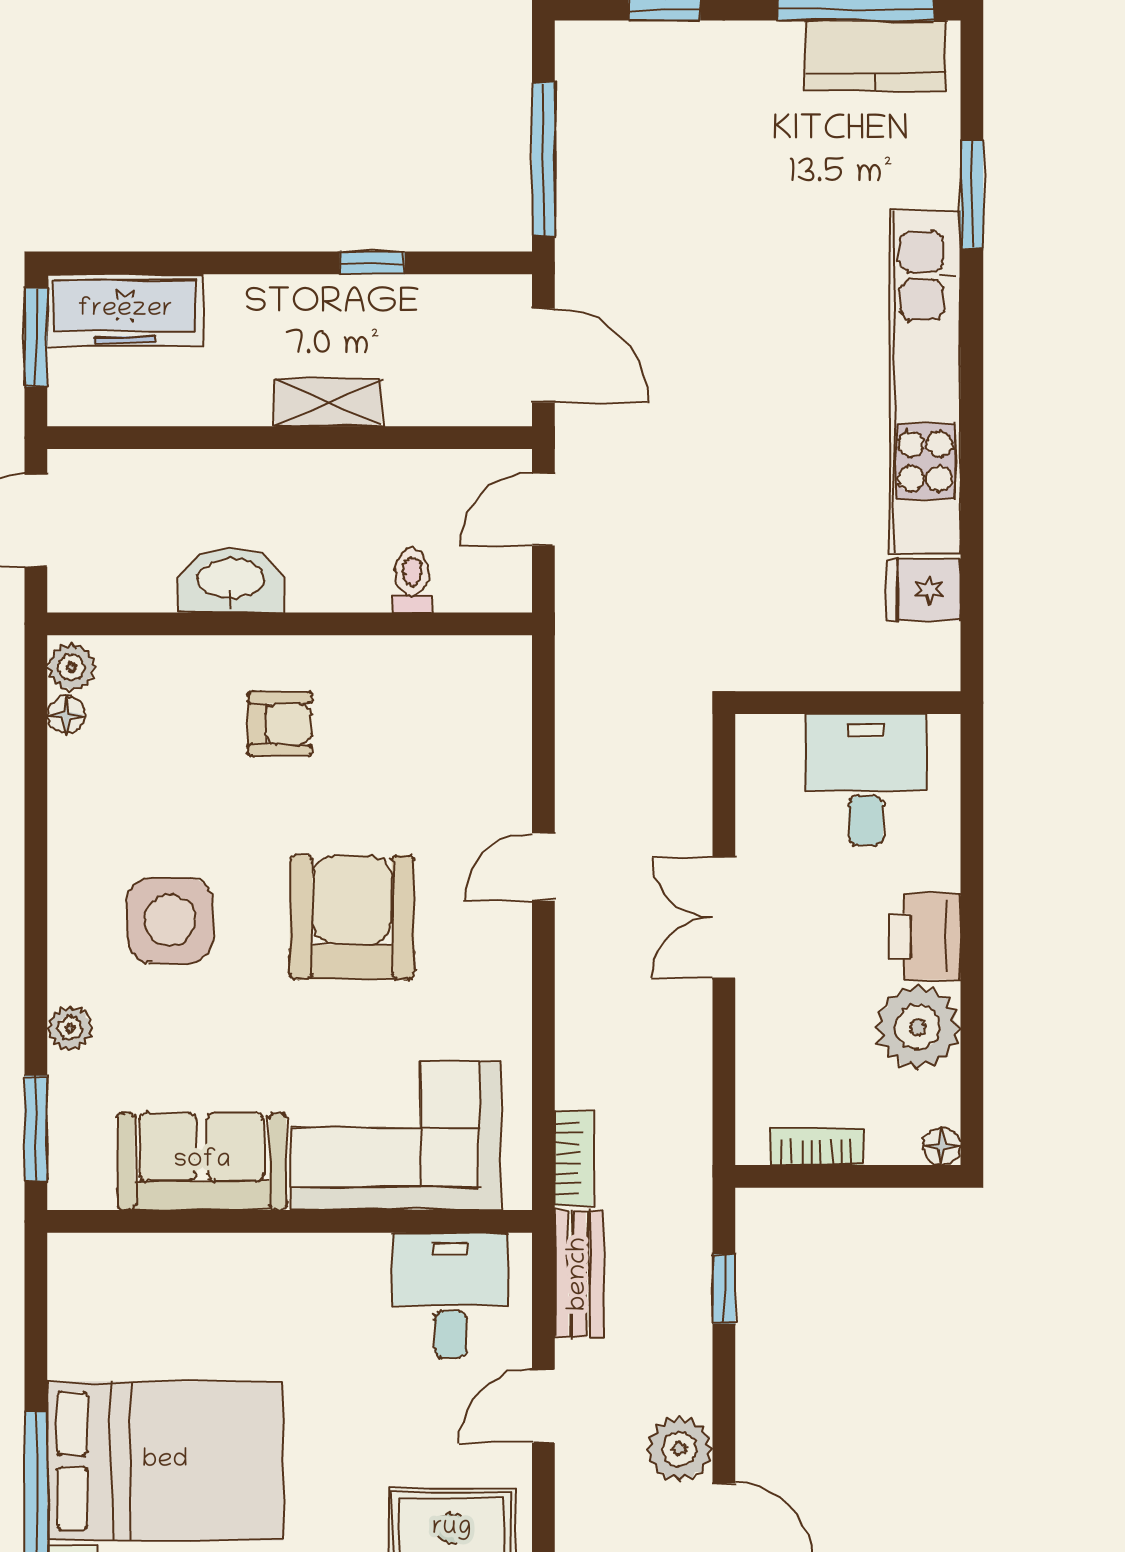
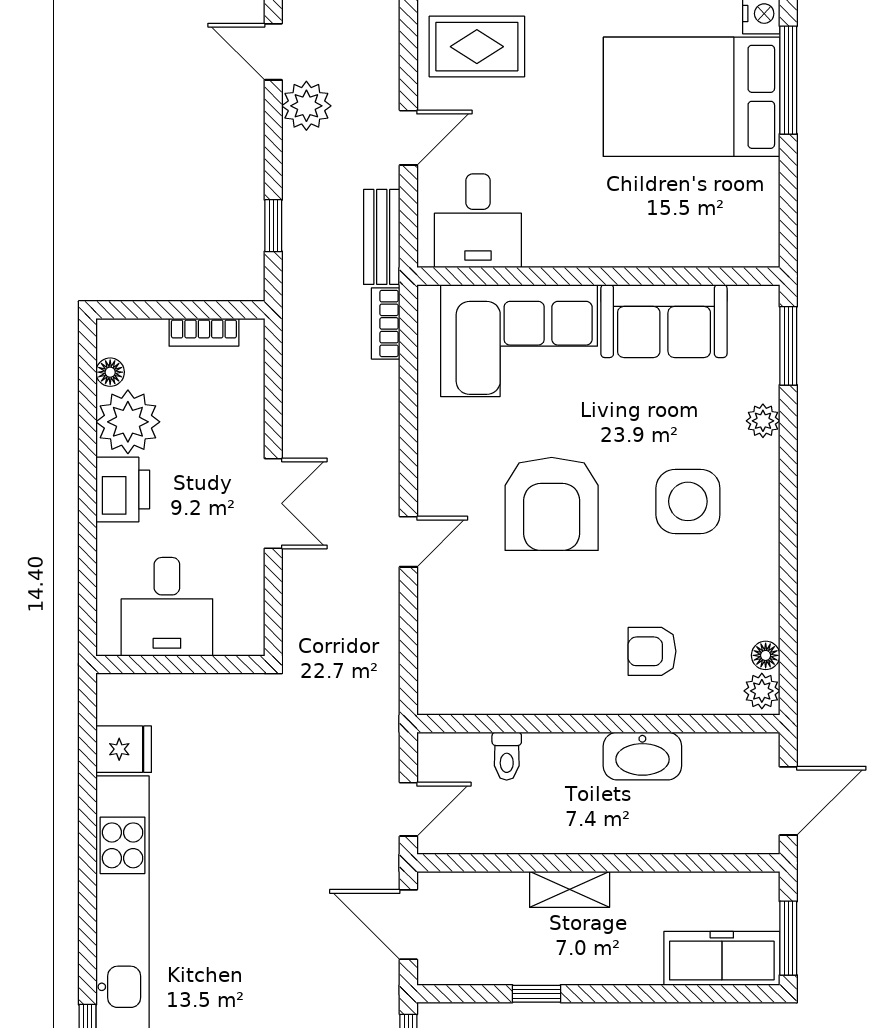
armchair: (280, 724) -> (652, 651), moved
floor lamp: (942, 1146) -> (110, 372), moved

